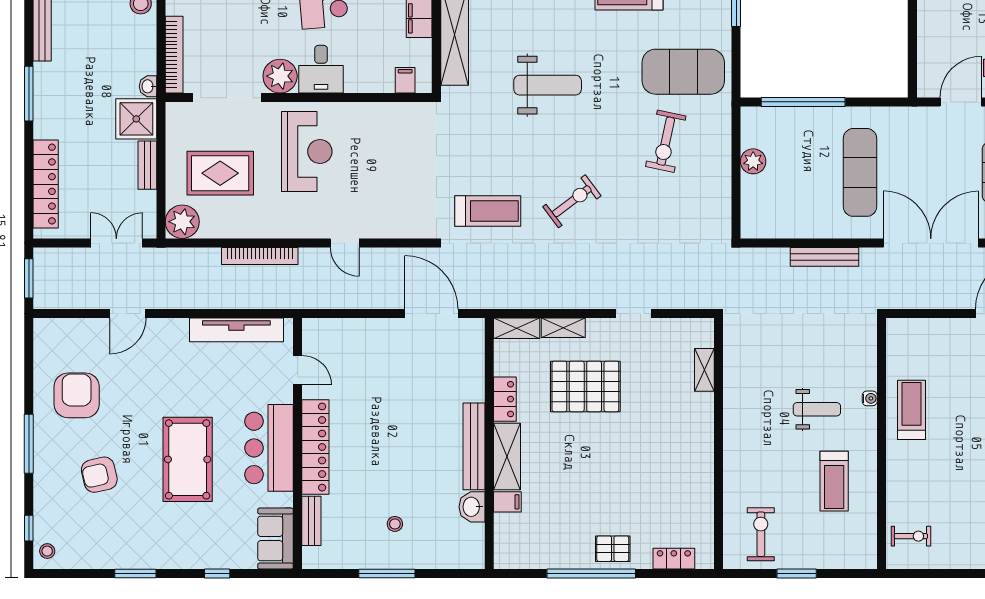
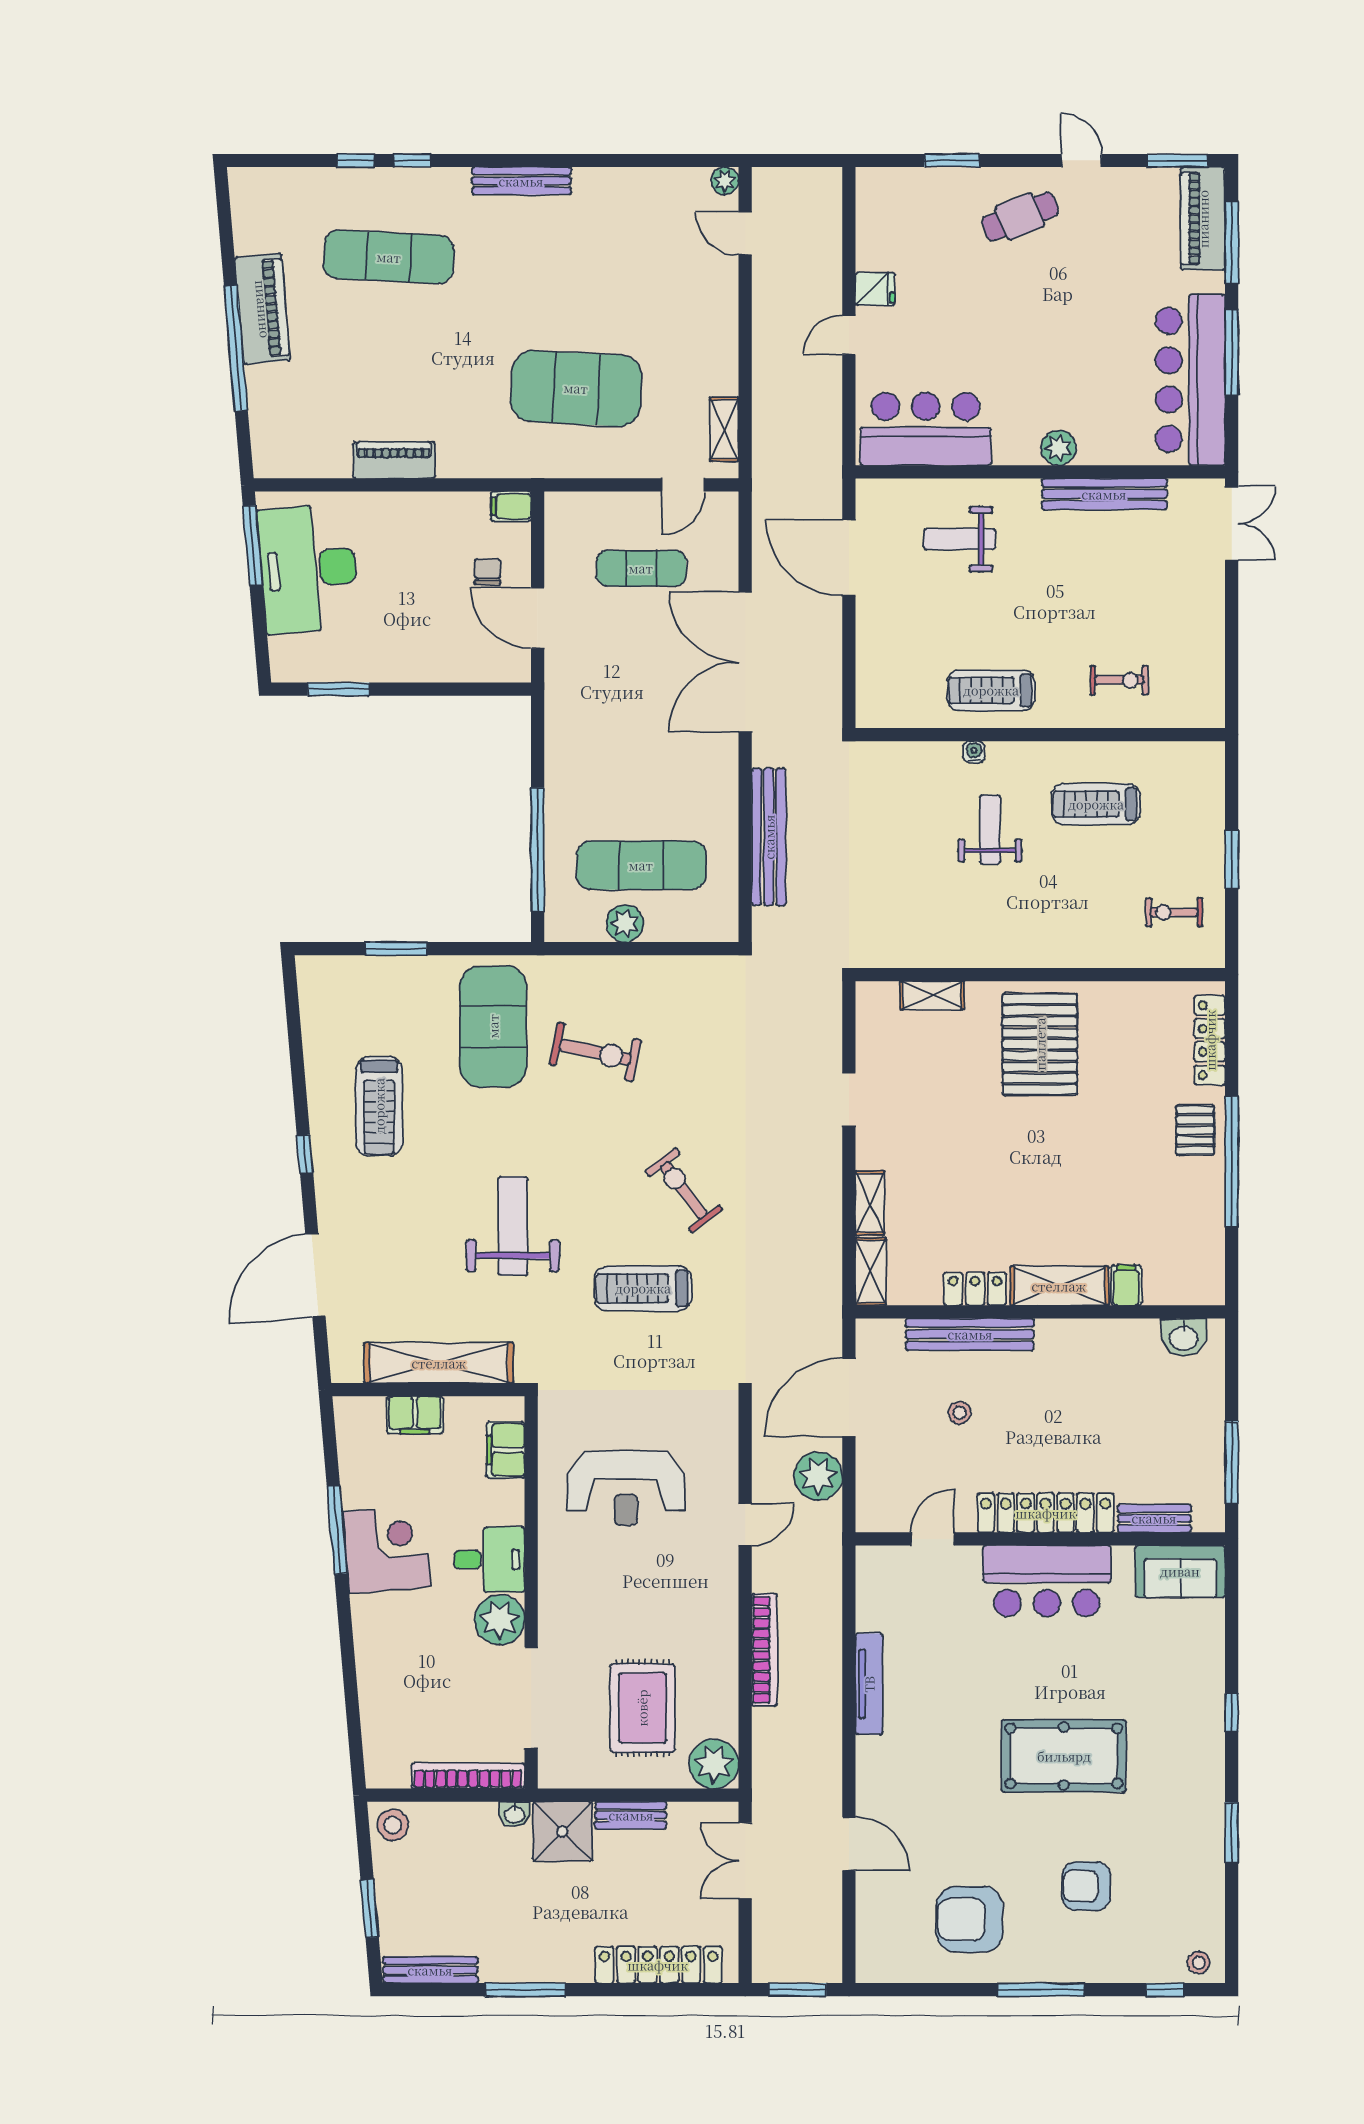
filing cabinet: (405, 80) -> (506, 1450), width x2.00
reception desk: (307, 152) -> (626, 1488), moved, turned 180
exercise mat: (860, 172) -> (641, 865), moved
treadmill: (488, 211) -> (643, 1288), moved, turned -90
bench: (825, 257) -> (769, 837), width x1.37, depth x1.21
plant: (378, 293) -> (818, 1476), added
tv unit: (236, 330) -> (869, 1684), width x0.73, depth x0.78
door: (298, 370) -> (932, 1539), moved
pallet: (585, 386) -> (1040, 1044), moved
wall: (298, 443) -> (1040, 1539), moved
bench: (474, 446) -> (970, 1334), moved
locker: (315, 447) -> (1046, 1513), moved
bar counter: (269, 448) -> (1047, 1581), moved
armchair: (99, 475) -> (1086, 1886), turned 103
treadmill: (834, 481) -> (1096, 804), turned 180
washbasin: (472, 507) -> (1184, 1337), moved
bench: (311, 521) -> (1154, 1518), moved
stool: (395, 524) -> (960, 1413), moved
exercise bike: (761, 534) -> (1174, 912), width x0.73, depth x0.72
exercise bike: (911, 536) -> (1119, 680), moved, turned 90
sofa: (276, 538) -> (1180, 1571), moved
locker: (674, 559) -> (1210, 1040), width x1.53

